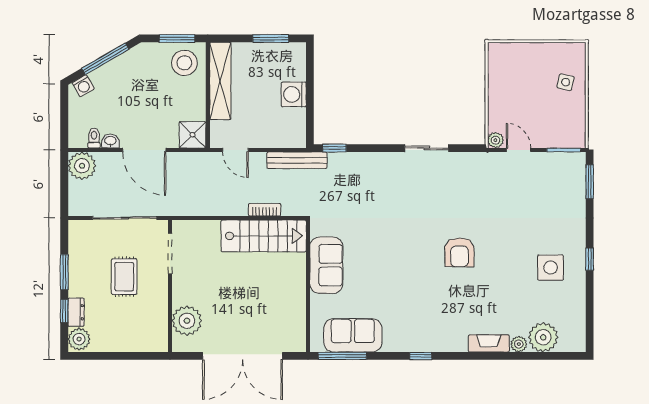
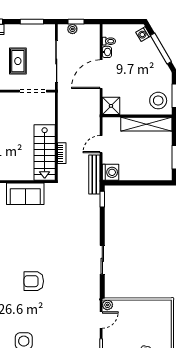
washing machine: (294, 94) -> (110, 172), moved, turned 90
door: (236, 150) -> (101, 144), moved
plant: (82, 166) -> (72, 29), moved, width x0.53, depth x0.53
window: (64, 188) -> (76, 22), added
window: (64, 272) -> (32, 22), moved
rug: (124, 277) -> (18, 61), turned 90

